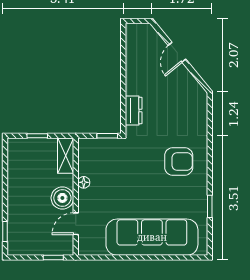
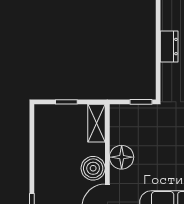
dresser: (134, 111) -> (169, 47), moved
floor lamp: (84, 182) -> (122, 157), width x1.89, depth x1.89

